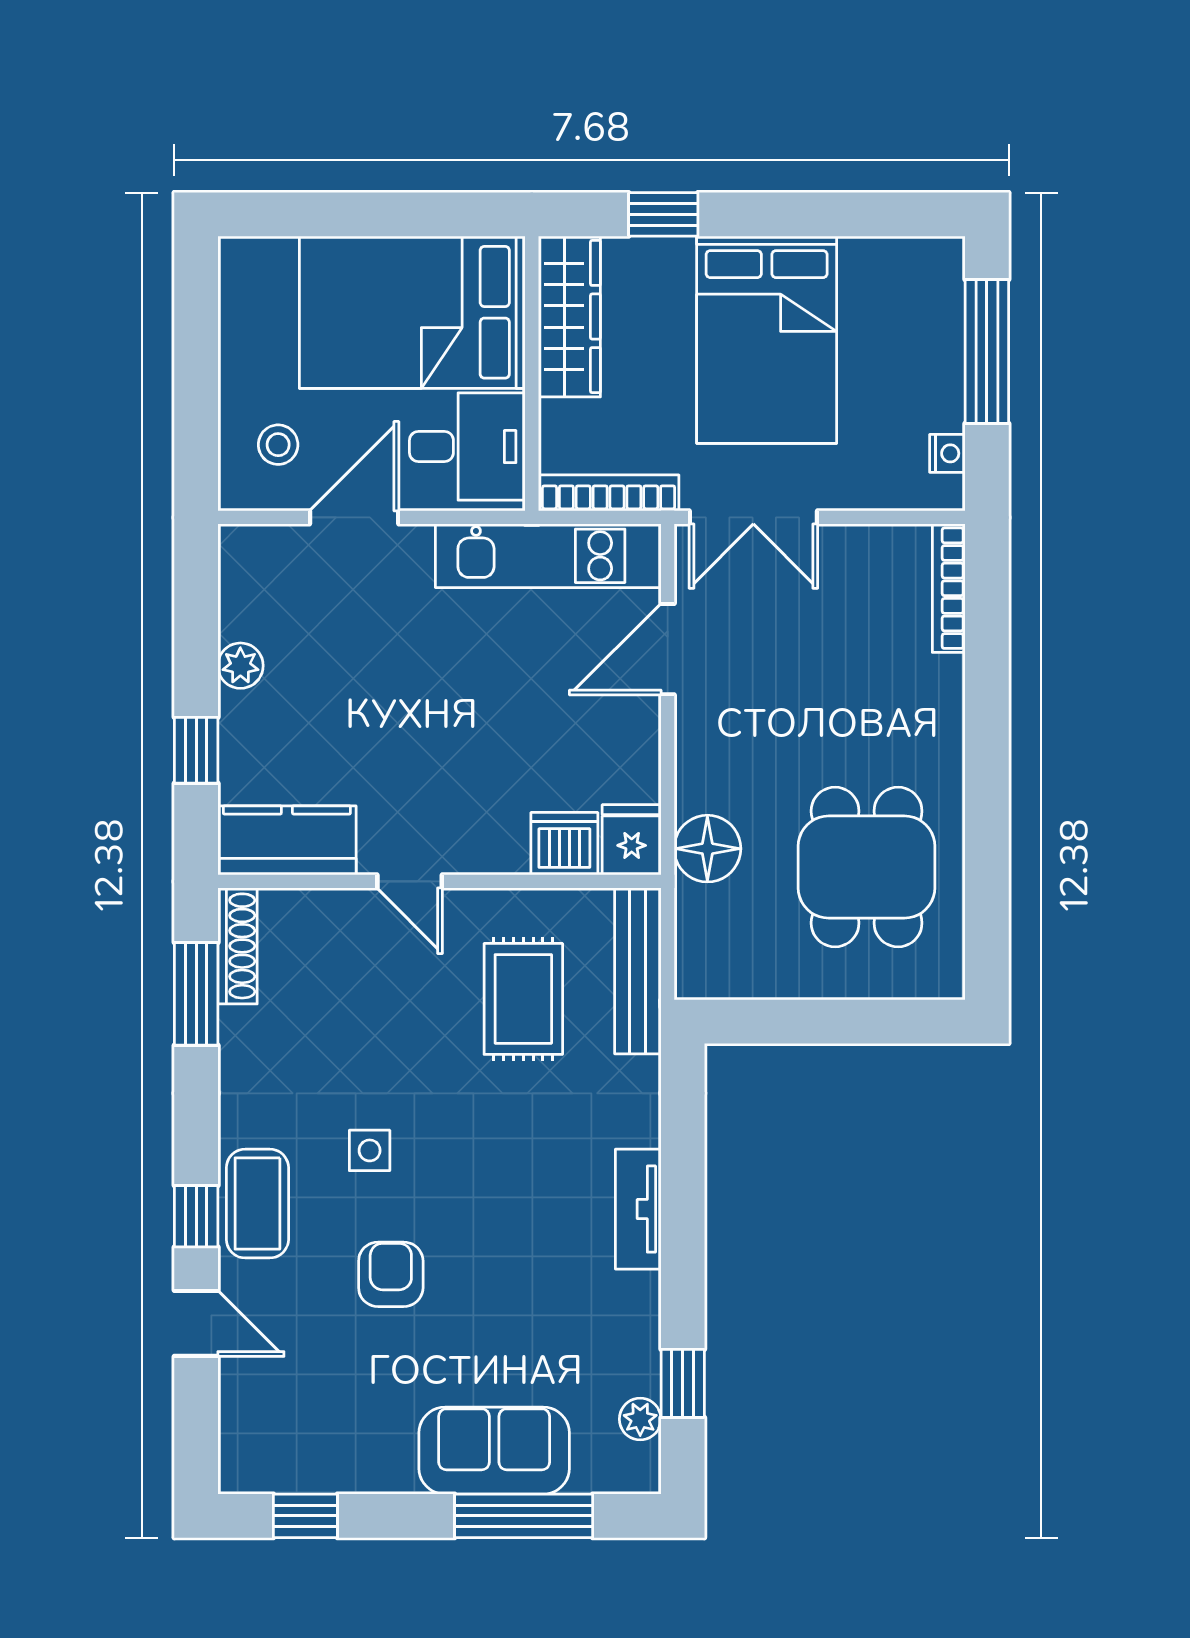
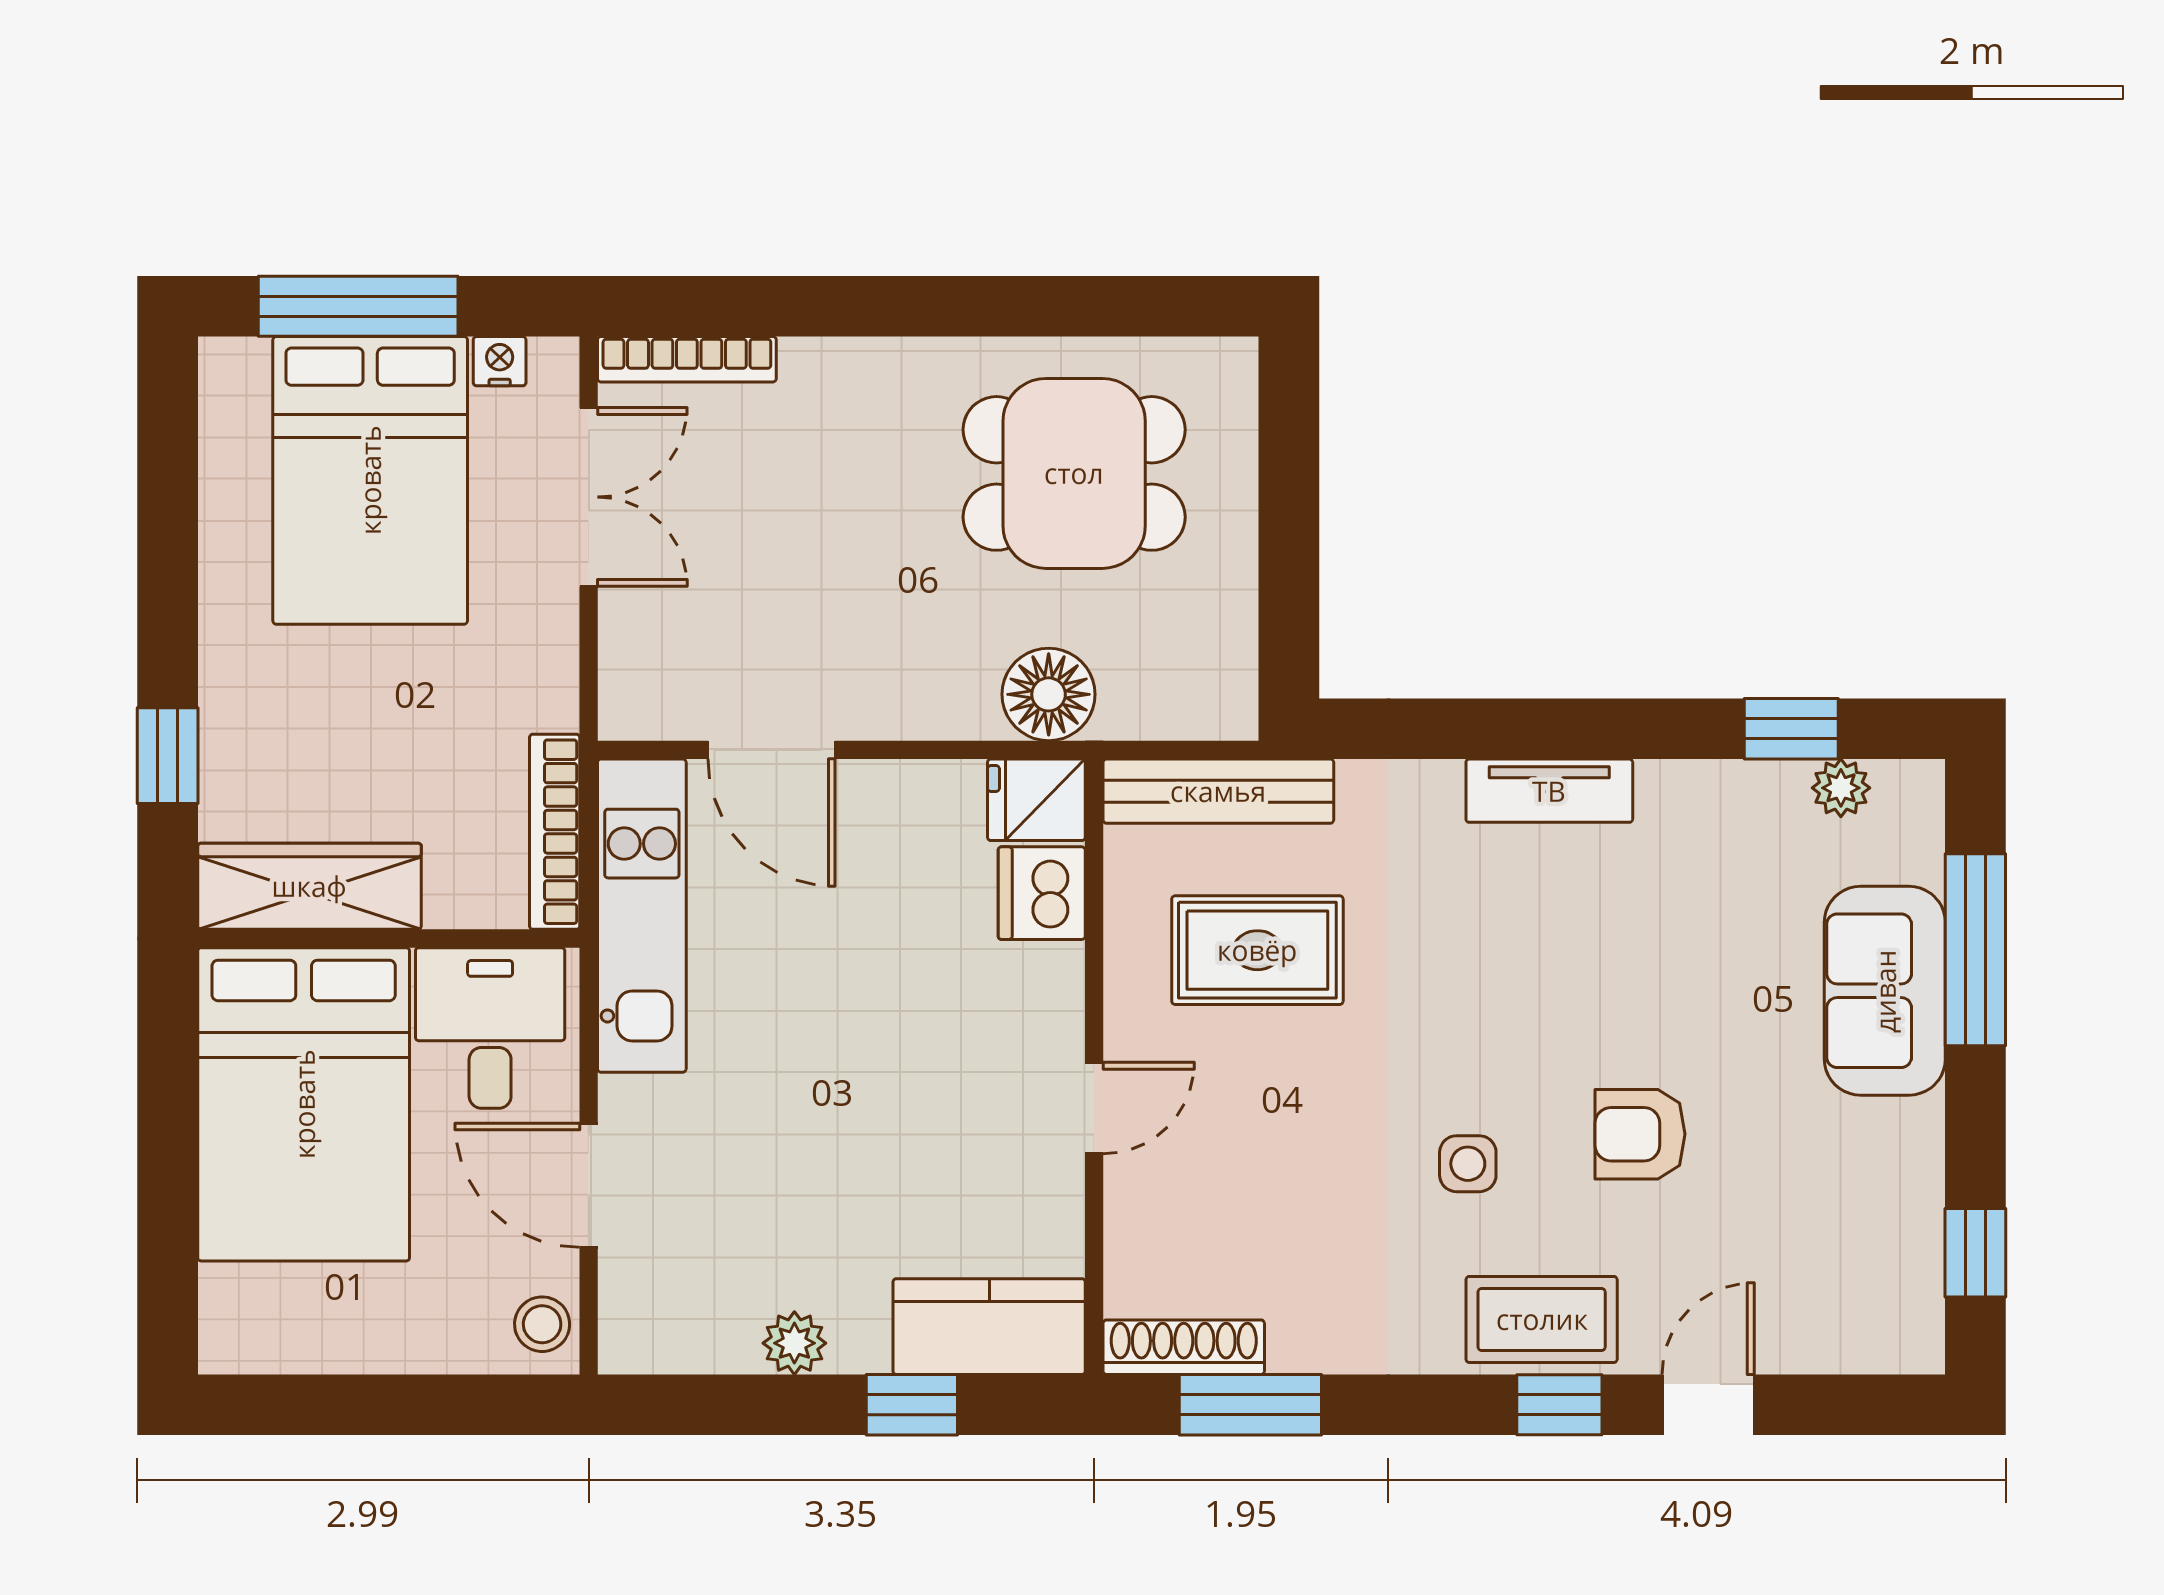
bed: (767, 340) -> (370, 480), moved, turned 90
stool: (278, 445) -> (542, 1324), moved
double door: (753, 517) -> (589, 497), moved
kitchen counter: (287, 840) -> (989, 1327), moved, turned 90

